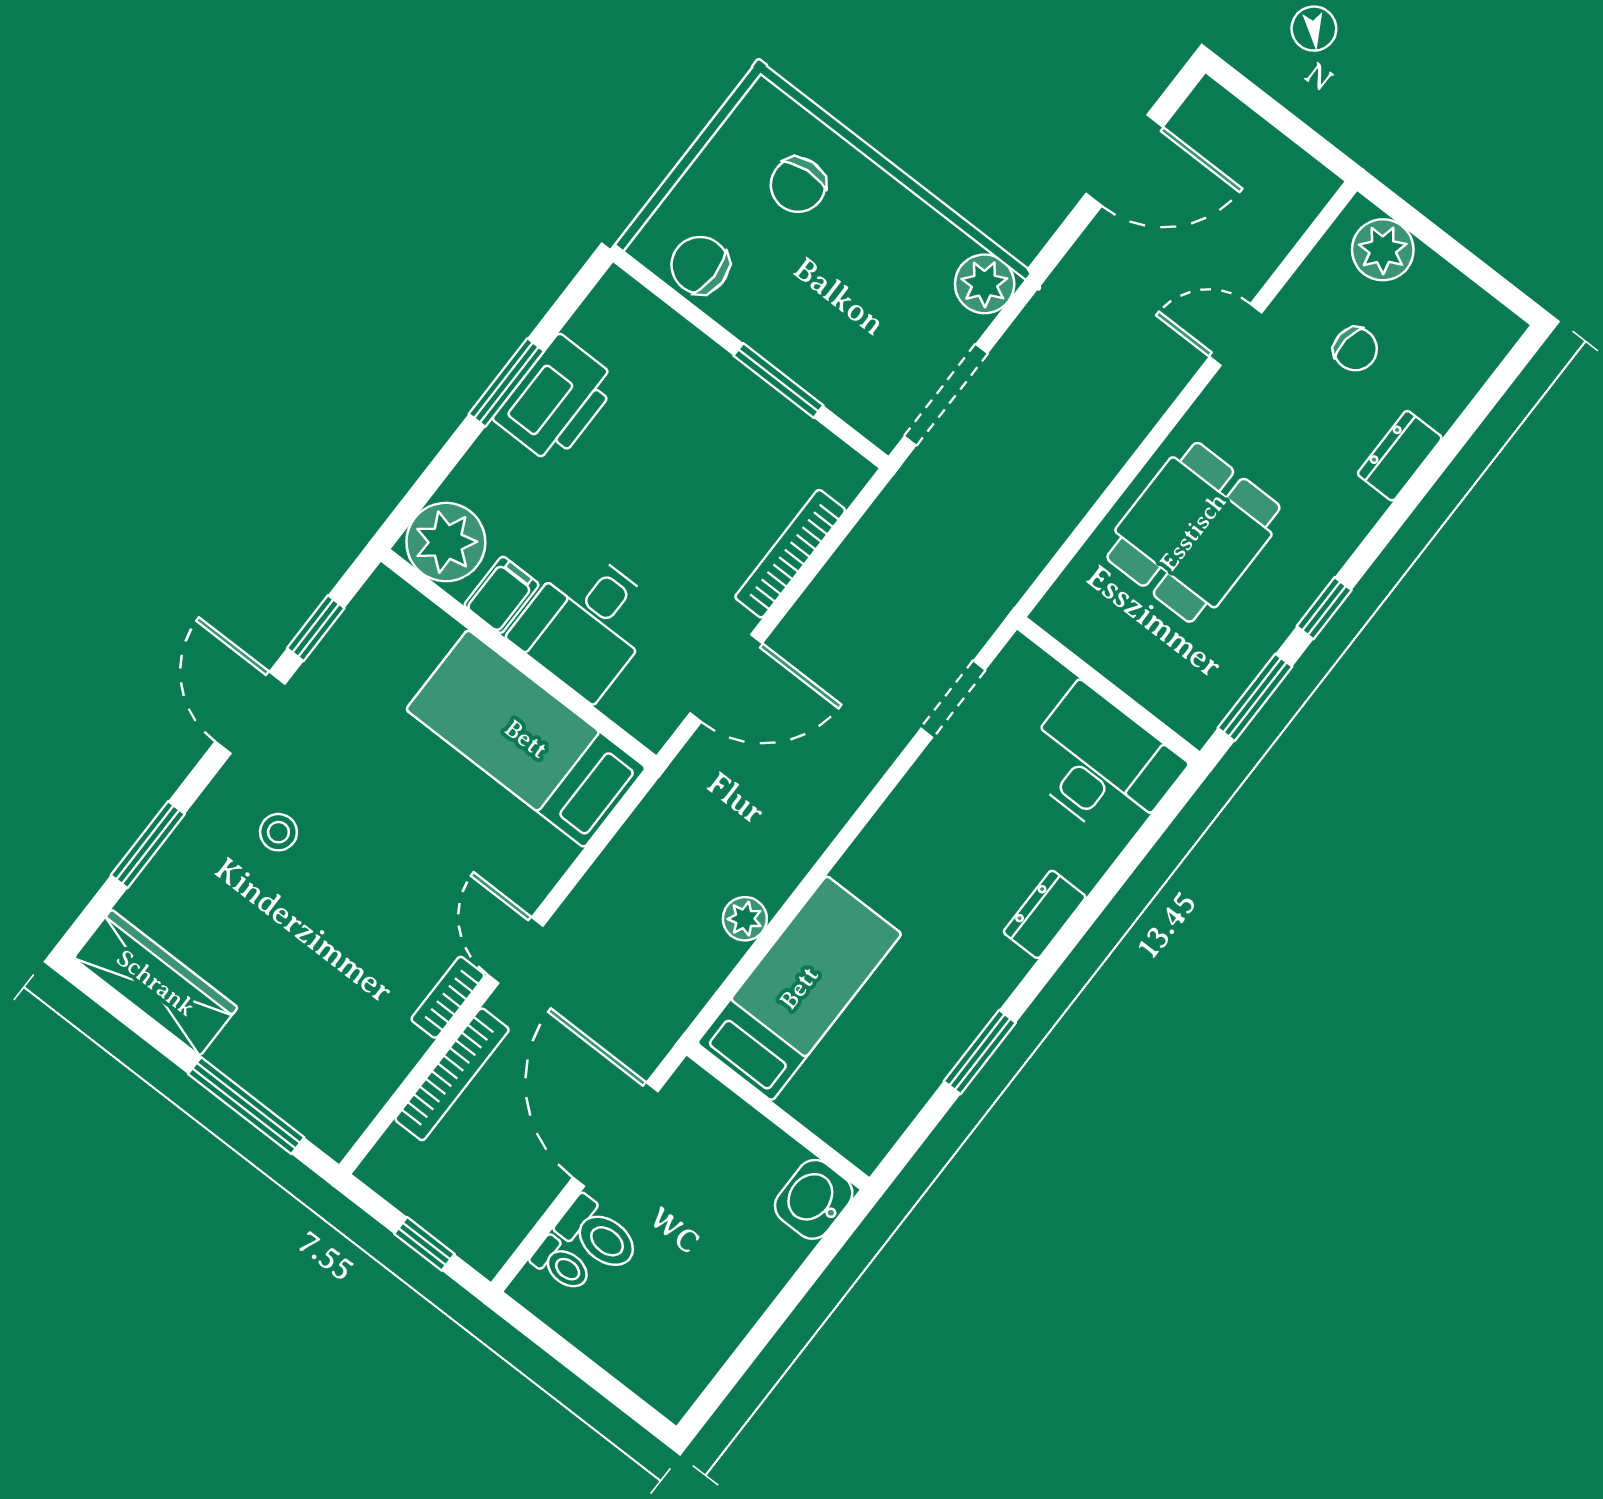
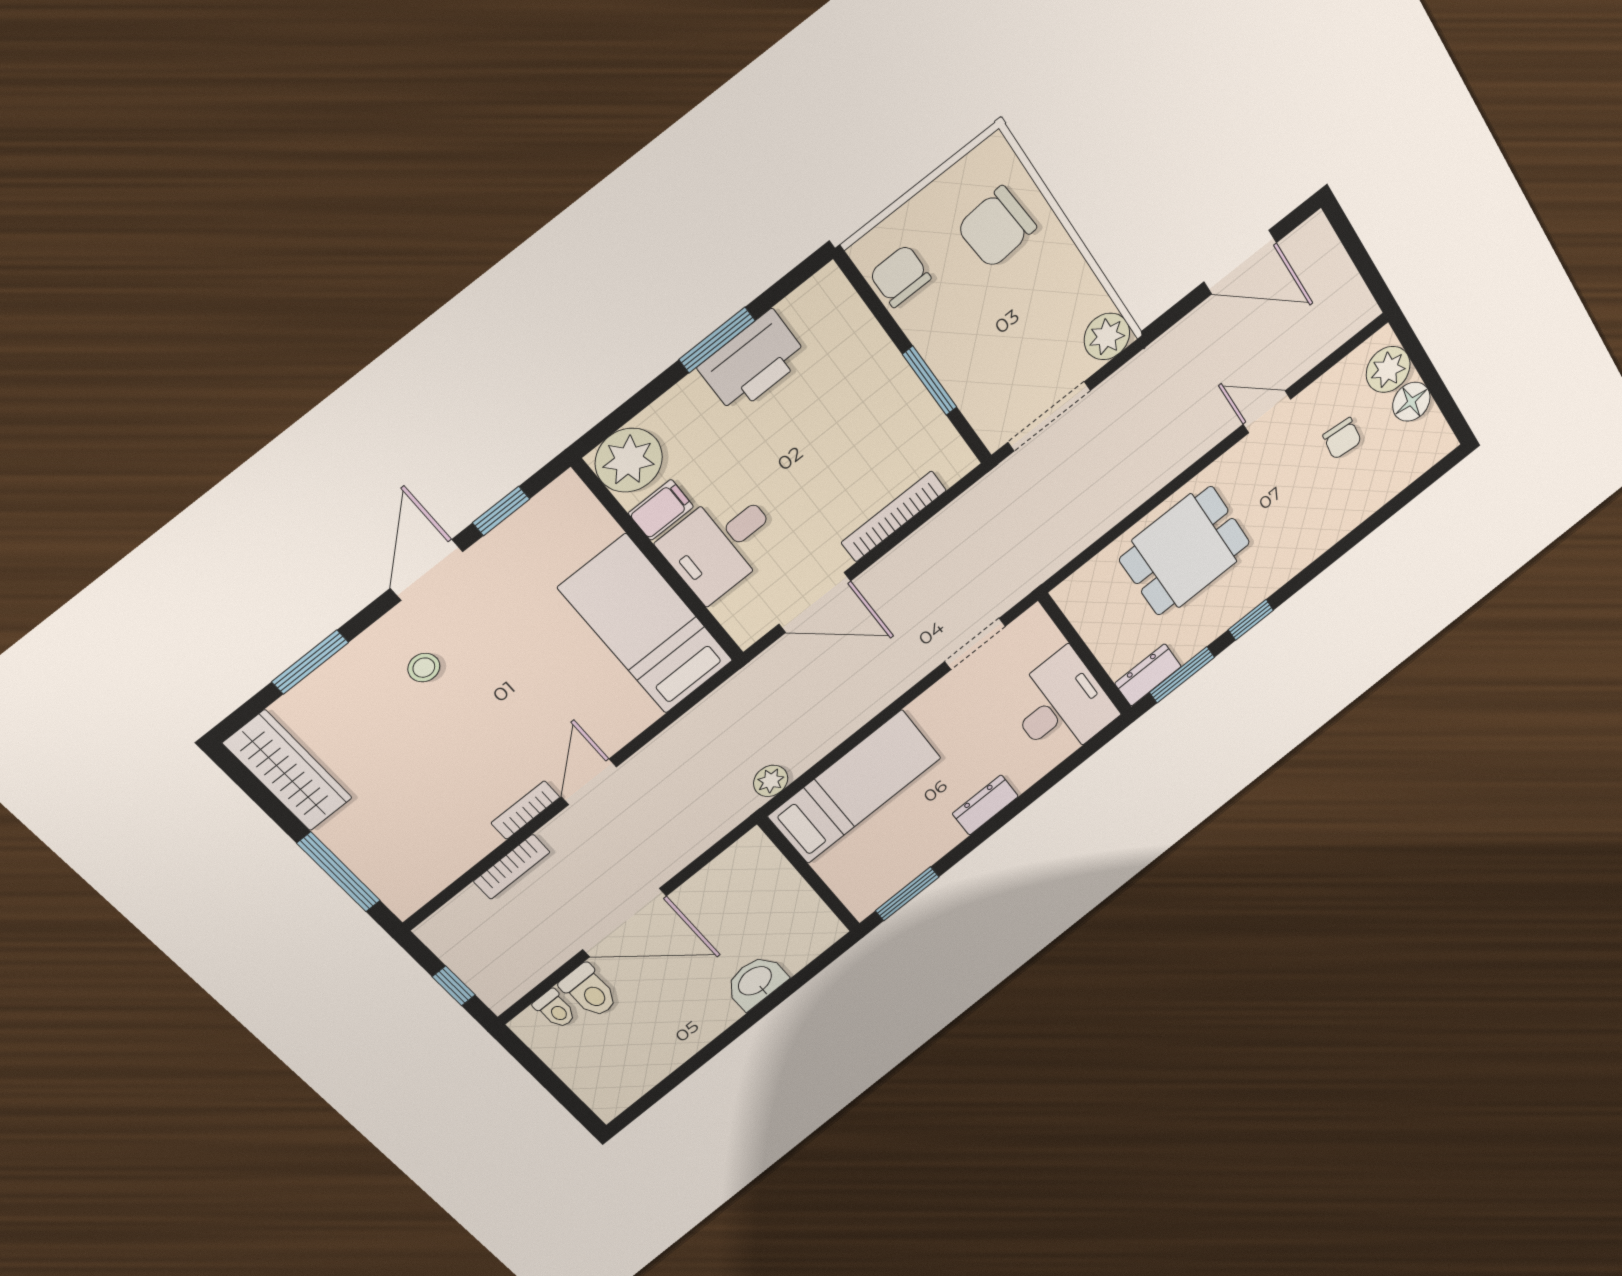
chair: (798, 185) -> (997, 227), width x1.37, depth x1.37
floor lamp: (1434, 284) -> (1411, 402), added
dresser: (1400, 456) -> (1148, 675), moved
bed: (799, 988) -> (855, 787), moved
bookcase: (452, 1074) -> (512, 867), width x0.64
wall: (778, 1116) -> (809, 875), moved
door: (615, 1134) -> (624, 923), swing flipped

